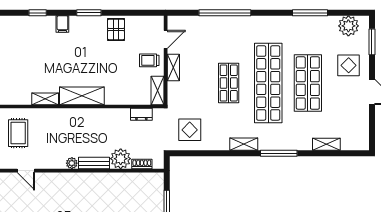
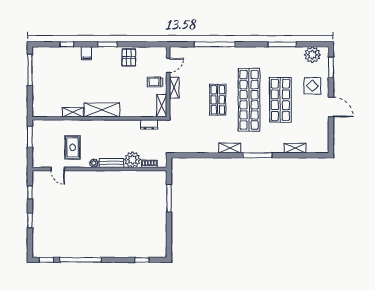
display table: (190, 130) -> (187, 137), removed
rug: (18, 133) -> (73, 147), moved

